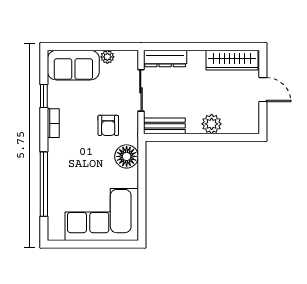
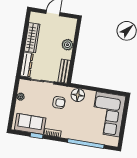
wardrobe: (232, 60) -> (32, 38), moved
sofa: (73, 65) -> (30, 124), moved, turned -90

